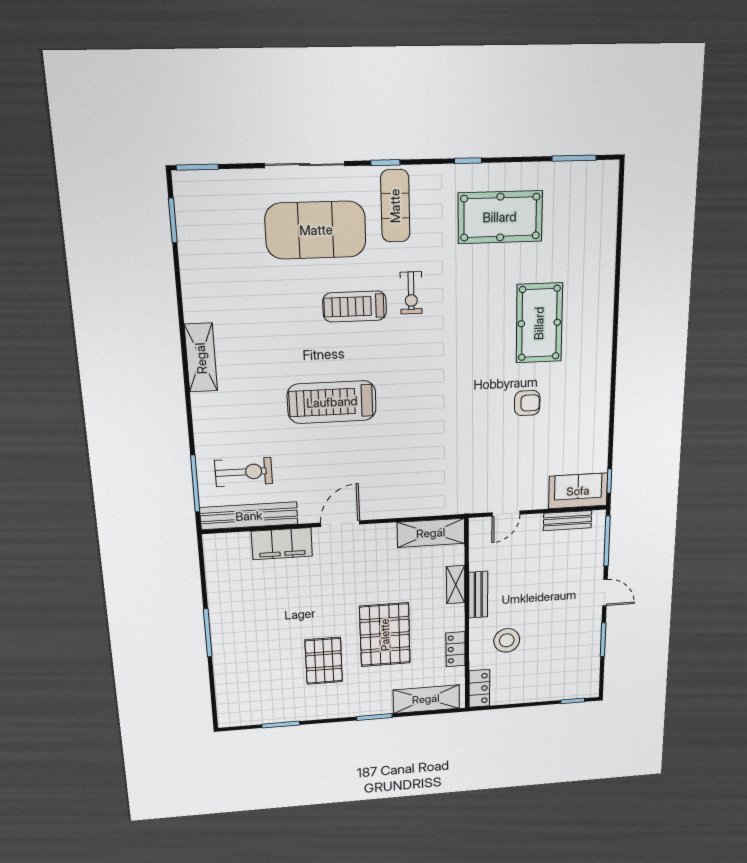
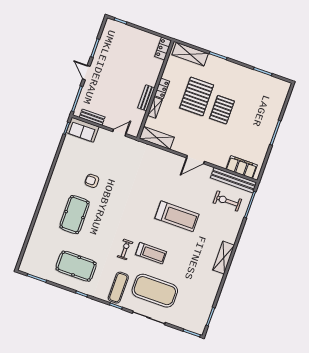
filing cabinet: (282, 544) -> (242, 167), moved
stool: (507, 640) -> (141, 68), removed
locker: (455, 649) -> (162, 88), moved
pallet: (324, 661) -> (222, 110), moved

